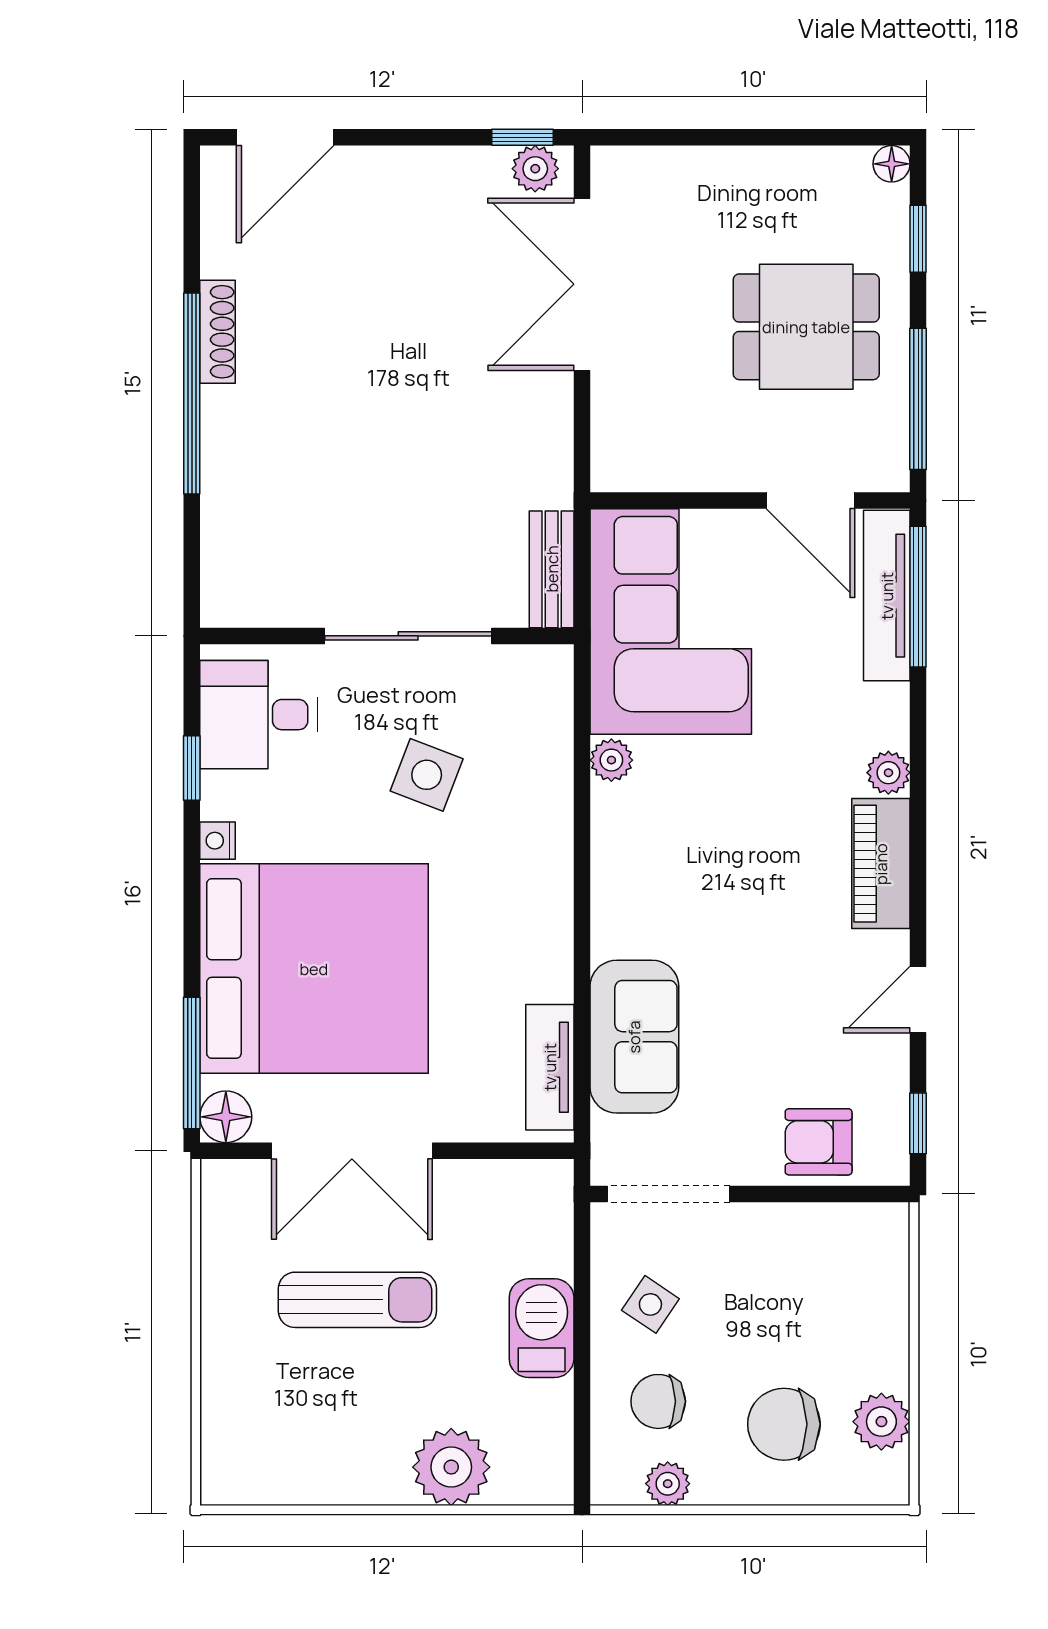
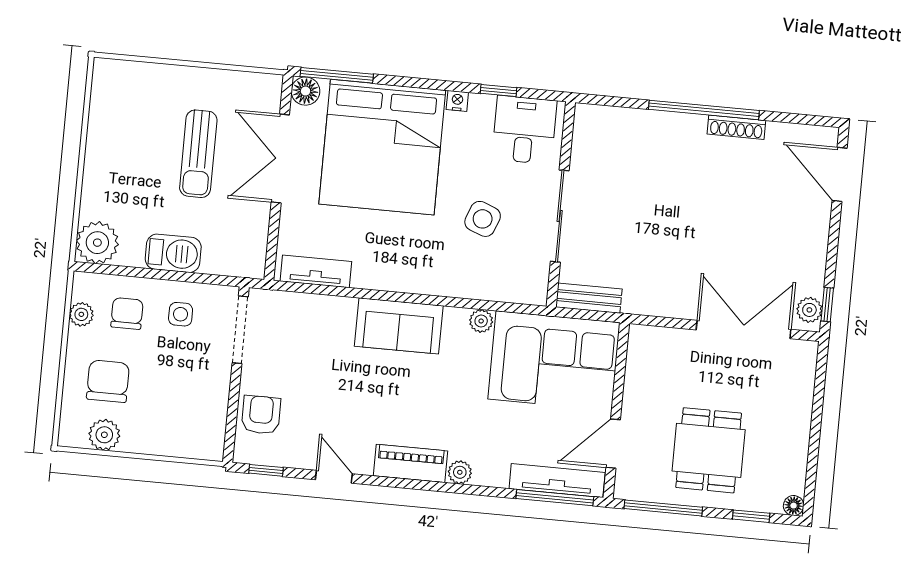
sofa: (634, 1037) -> (399, 326), moved
side table: (650, 1304) -> (181, 314), turned -34
plant: (451, 1467) -> (97, 243), moved

